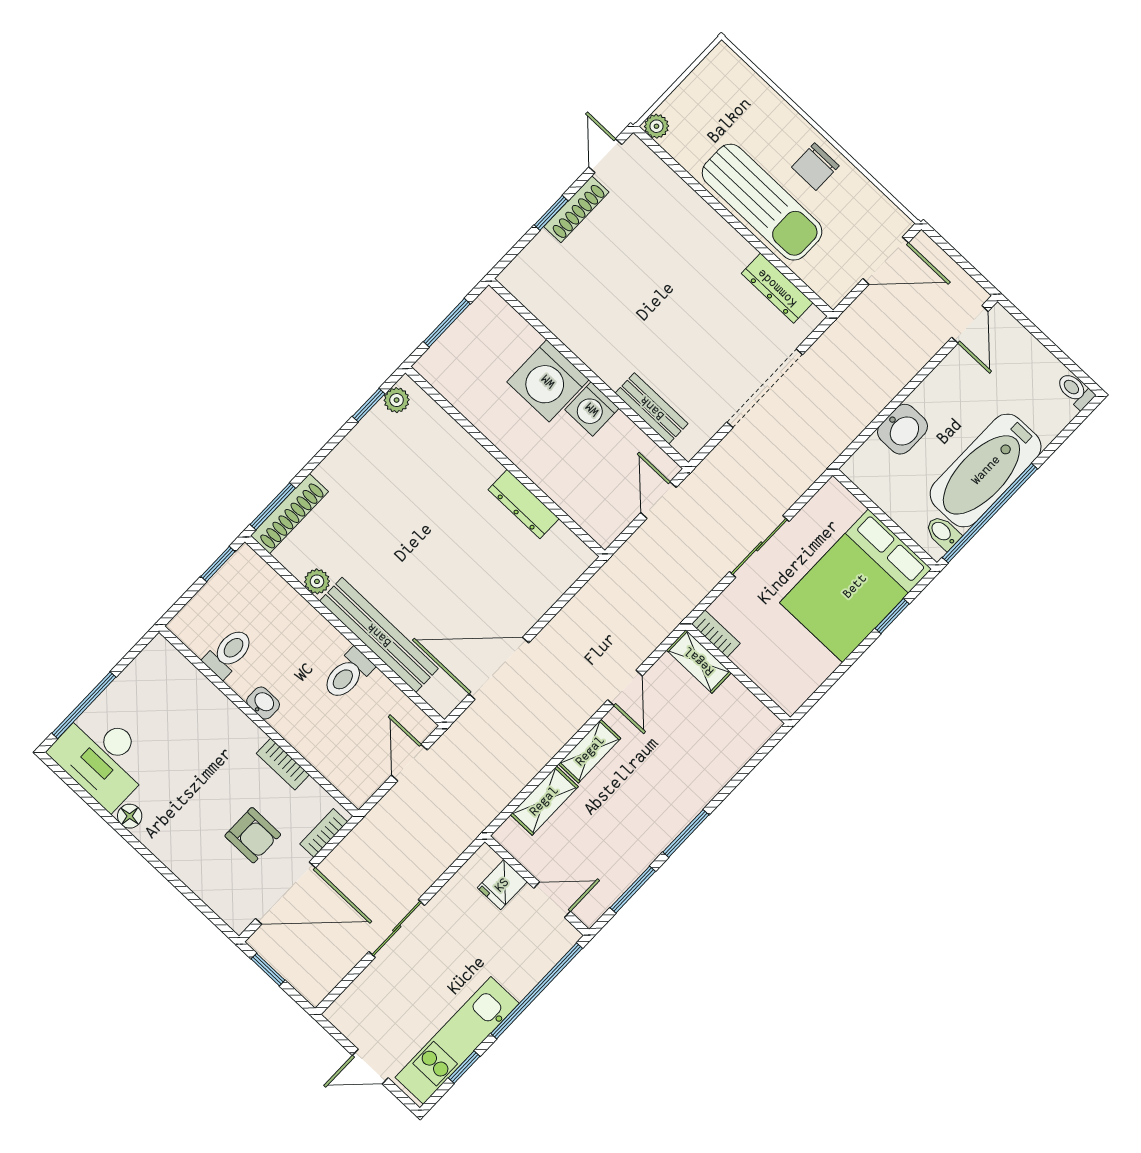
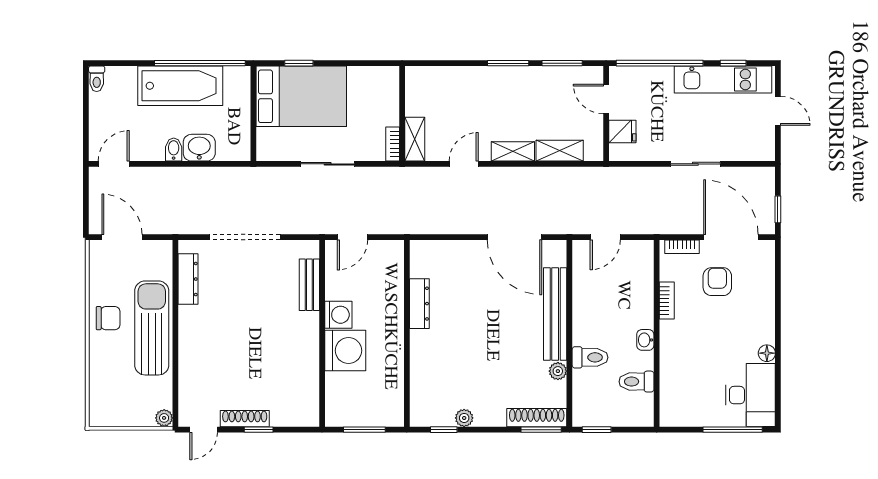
plant: (397, 400) -> (464, 418), moved
bidet: (943, 533) -> (174, 149), moved, turned 180
toilet: (348, 674) -> (590, 357), moved

